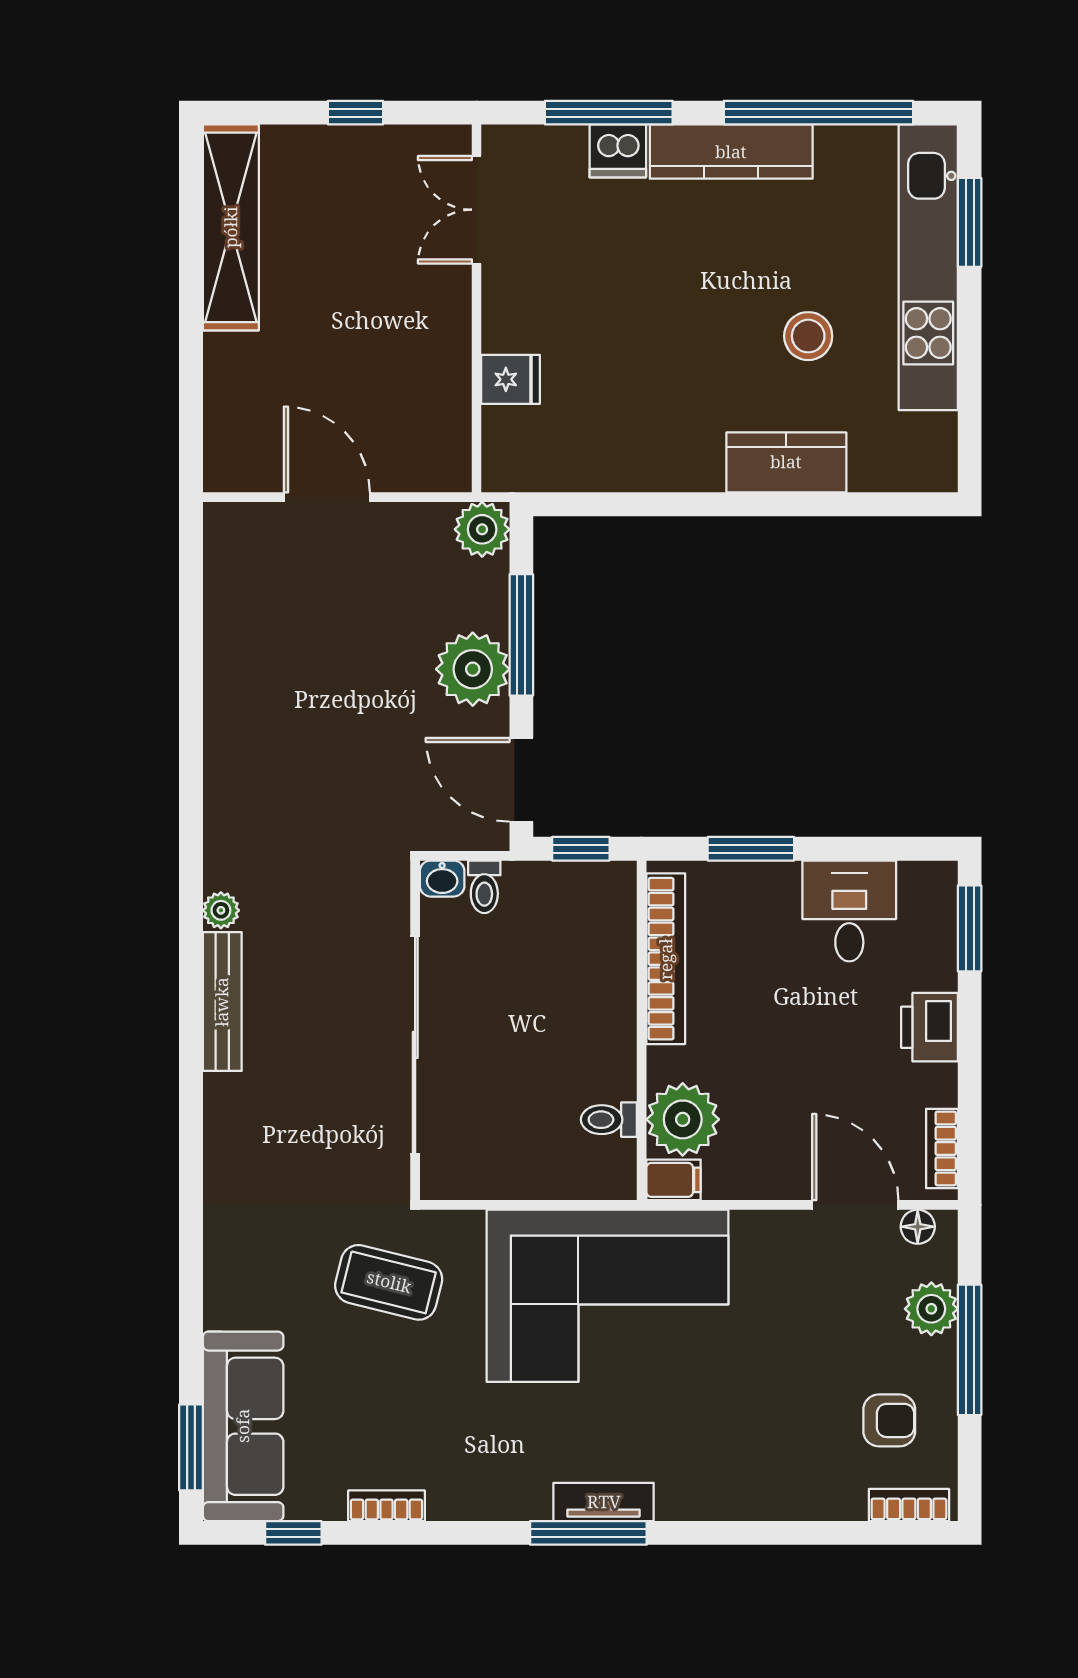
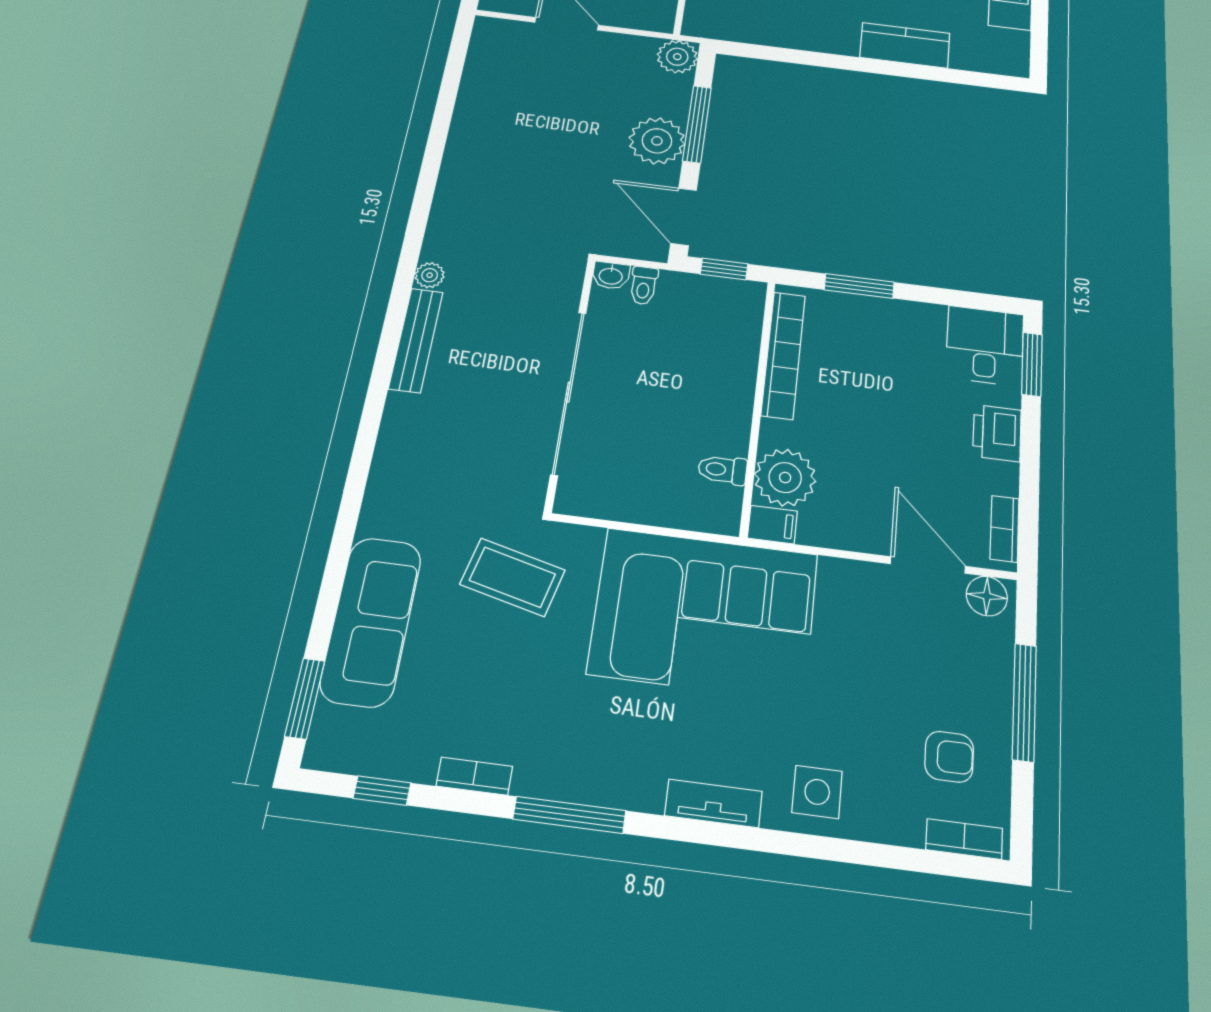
desk: (849, 911) -> (985, 346), moved
floor lamp: (918, 1227) -> (987, 596), width x1.37, depth x1.37
plant: (931, 1309) -> (991, 662), removed
sofa: (243, 1426) -> (371, 621), moved
side table: (750, 1476) -> (817, 792), added
tv unit: (604, 1502) -> (713, 803), moved
window: (588, 1533) -> (569, 815), moved

